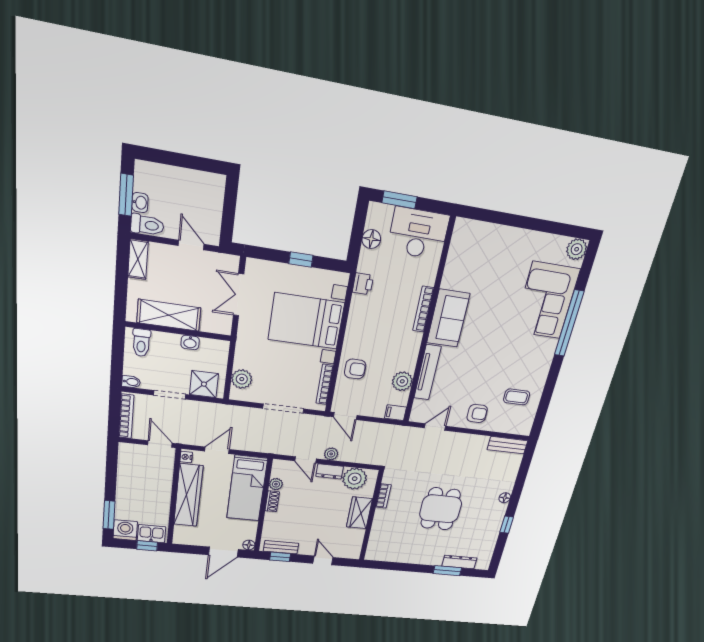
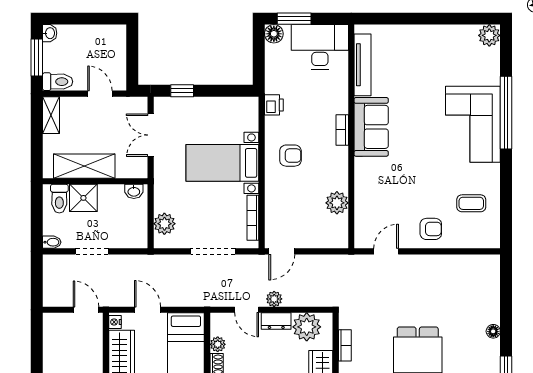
washbasin: (140, 203) -> (50, 33), moved
floor lamp: (371, 239) -> (274, 34), moved
window: (301, 260) -> (182, 91), moved
corner sofa: (546, 300) -> (473, 124), moved
bookcase: (423, 309) -> (342, 130), width x0.64
bed with nightstands: (306, 321) -> (222, 163), width x0.73
washbasin: (190, 342) -> (134, 191), moved
armchair: (355, 369) -> (290, 156), moved
tv unit: (427, 372) -> (363, 65), moved
shower: (204, 384) -> (83, 198), moved
filing cabinet: (395, 413) -> (337, 240), removed
bookcase: (126, 416) -> (49, 282), removed
door: (345, 416) -> (282, 251), hinge flipped
bench: (507, 445) -> (477, 263), removed
door: (217, 450) -> (148, 310), hinge flipped

